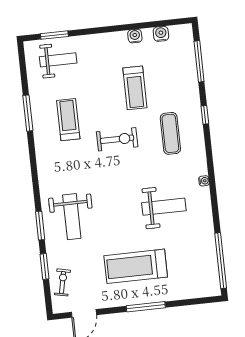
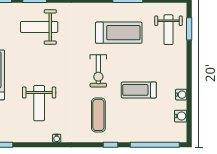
window: (199, 61) -> (155, 145), width x1.46
treadmill: (68, 120) -> (119, 33), width x1.37, depth x1.38
exercise mat: (170, 133) -> (98, 115), turned 90

